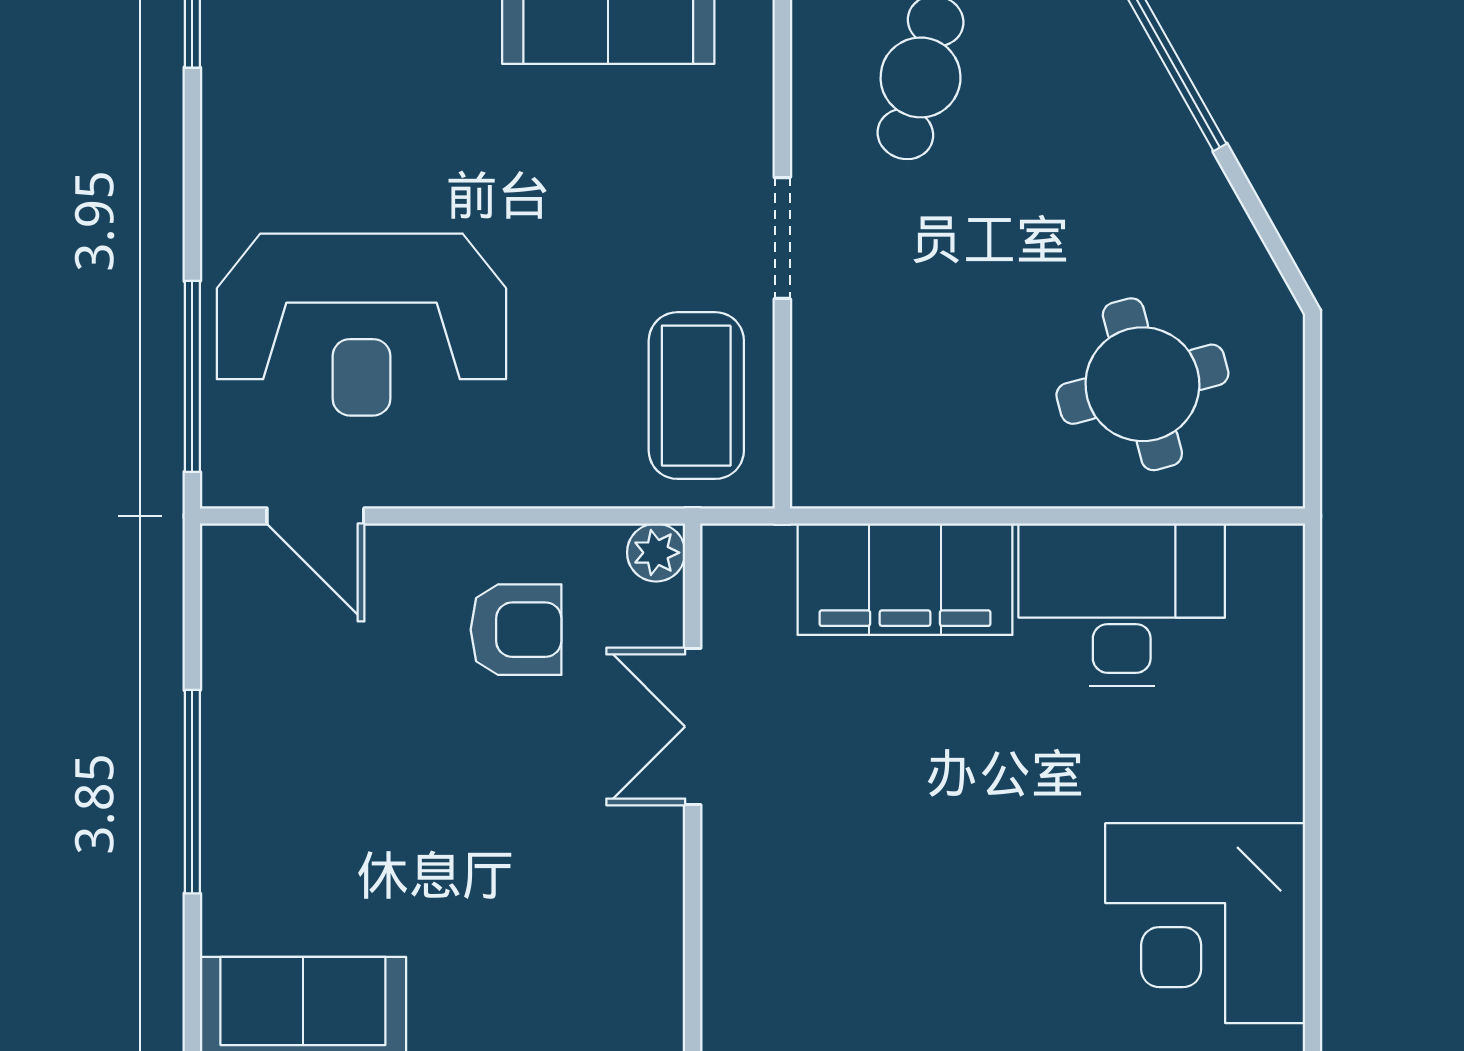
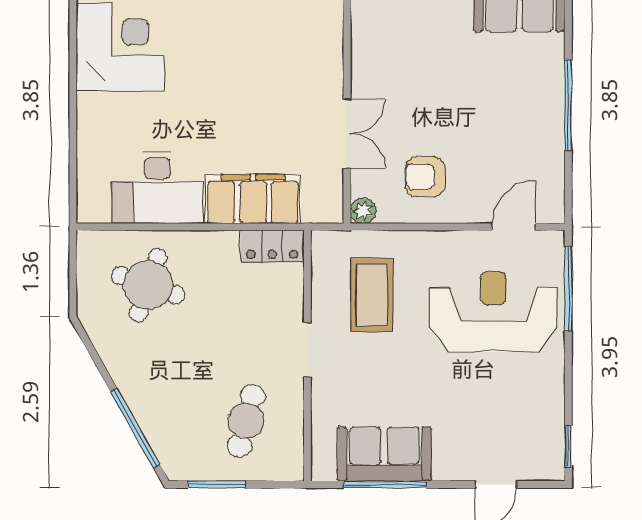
round table: (1142, 384) -> (148, 285), turned 34
coffee table: (696, 396) -> (372, 295), moved
locker: (862, 472) -> (272, 246), added
door: (315, 516) -> (514, 227), hinge flipped

